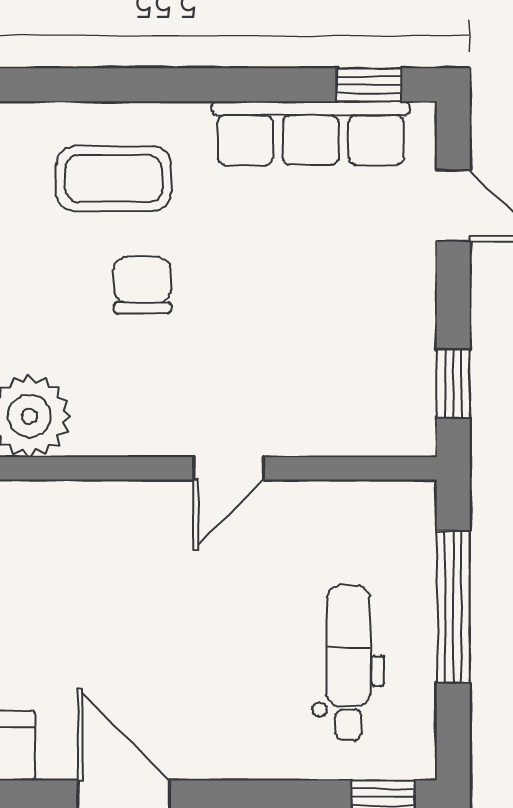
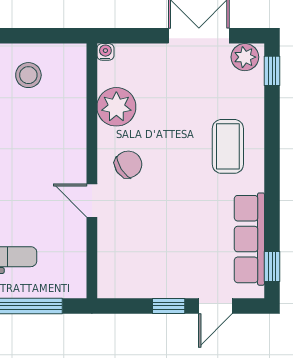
chair: (143, 285) -> (128, 164), moved, turned -33
window: (453, 383) -> (169, 306), moved

